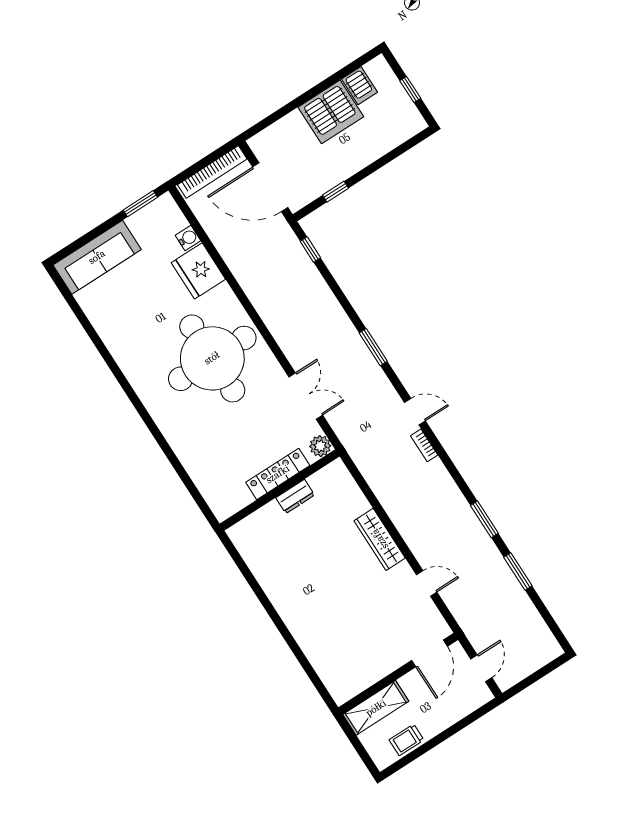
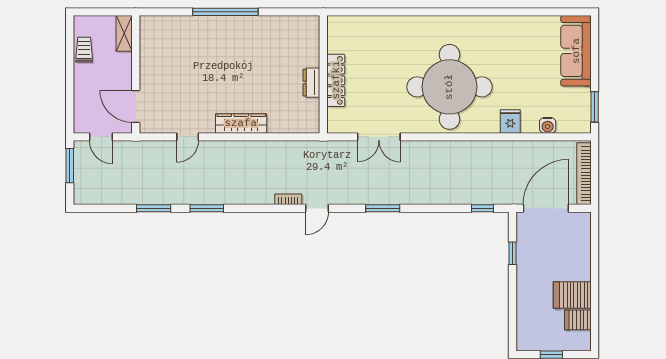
server rack: (331, 112) -> (572, 295), width x0.62
fridge: (198, 271) -> (510, 121), width x0.53, depth x0.75
plant: (320, 446) -> (336, 124), removed
window: (280, 625) -> (225, 12), added
window: (529, 681) -> (70, 166), added
shelving: (376, 708) -> (124, 33), width x0.67, depth x0.75

